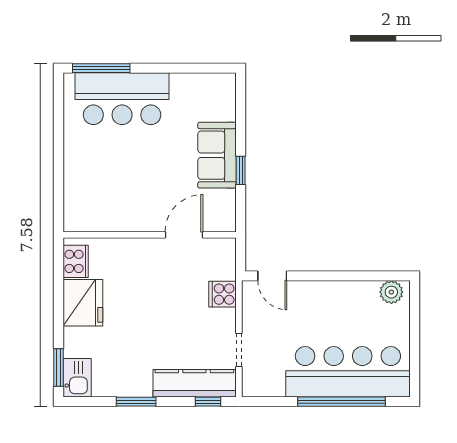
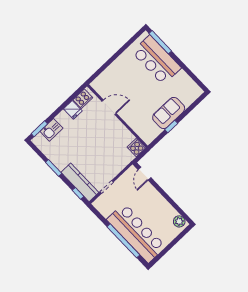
door: (184, 235) -> (109, 107), moved
cooker: (222, 294) -> (136, 148), moved
fridge: (83, 303) -> (73, 110), width x0.53, depth x0.75
kitchen sink: (77, 378) -> (51, 130), moved

